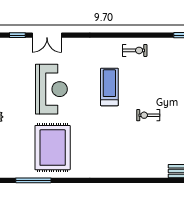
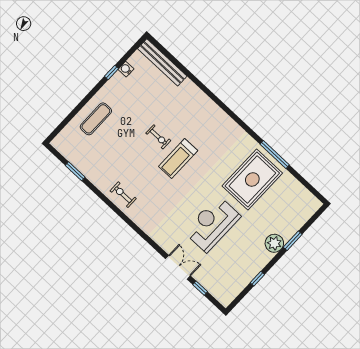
treadmill: (109, 87) -> (178, 159), moved
window: (33, 180) -> (275, 155), moved

